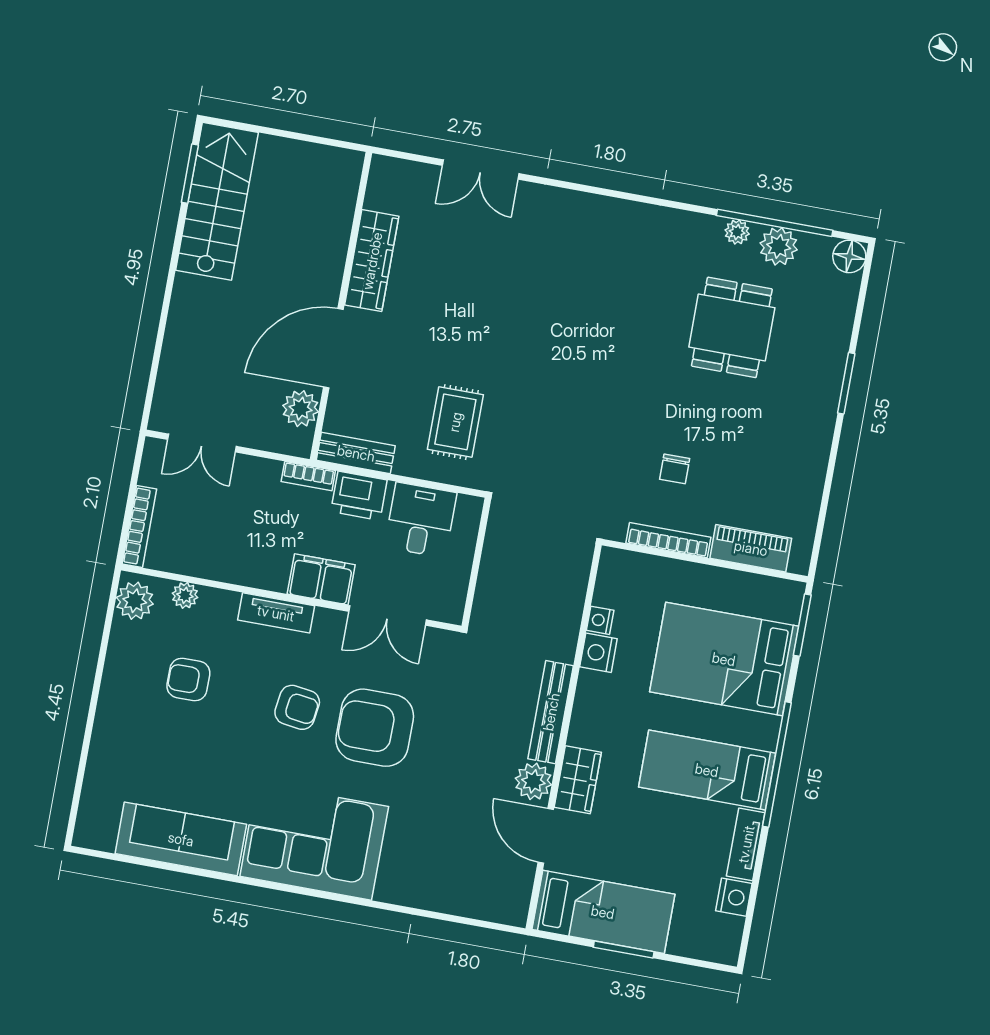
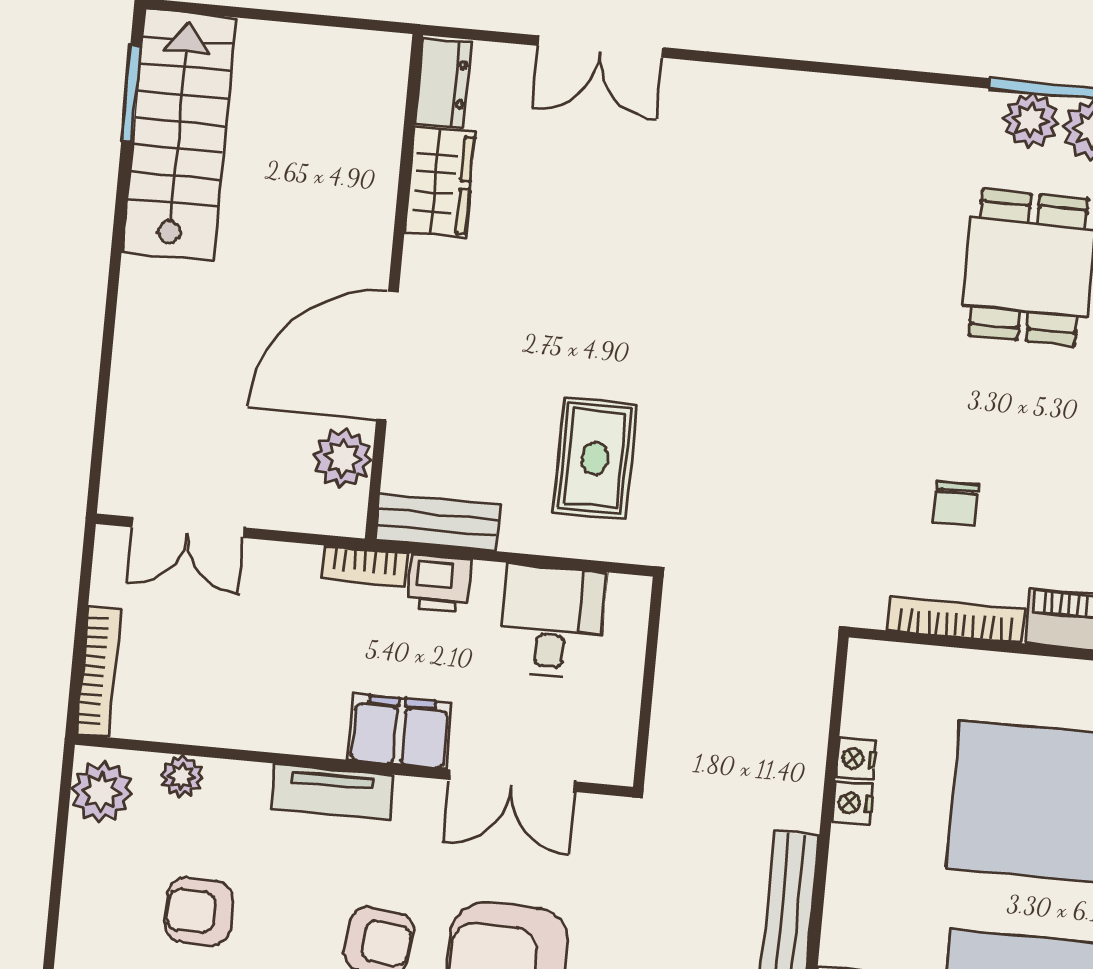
dresser: (382, 183) -> (443, 83), added
plant: (737, 232) -> (1031, 120), width x1.38, depth x1.38
wardrobe: (372, 261) -> (440, 183), width x0.67
printer: (359, 496) -> (439, 583), width x0.73, depth x0.81
nightstand: (598, 653) -> (852, 803), width x0.72, depth x0.74

